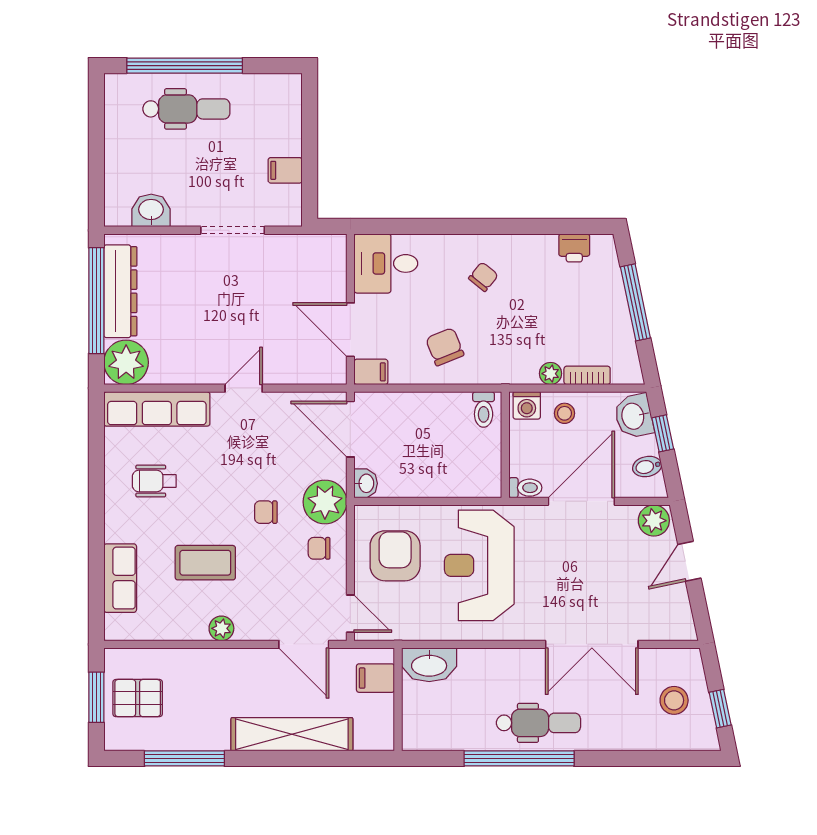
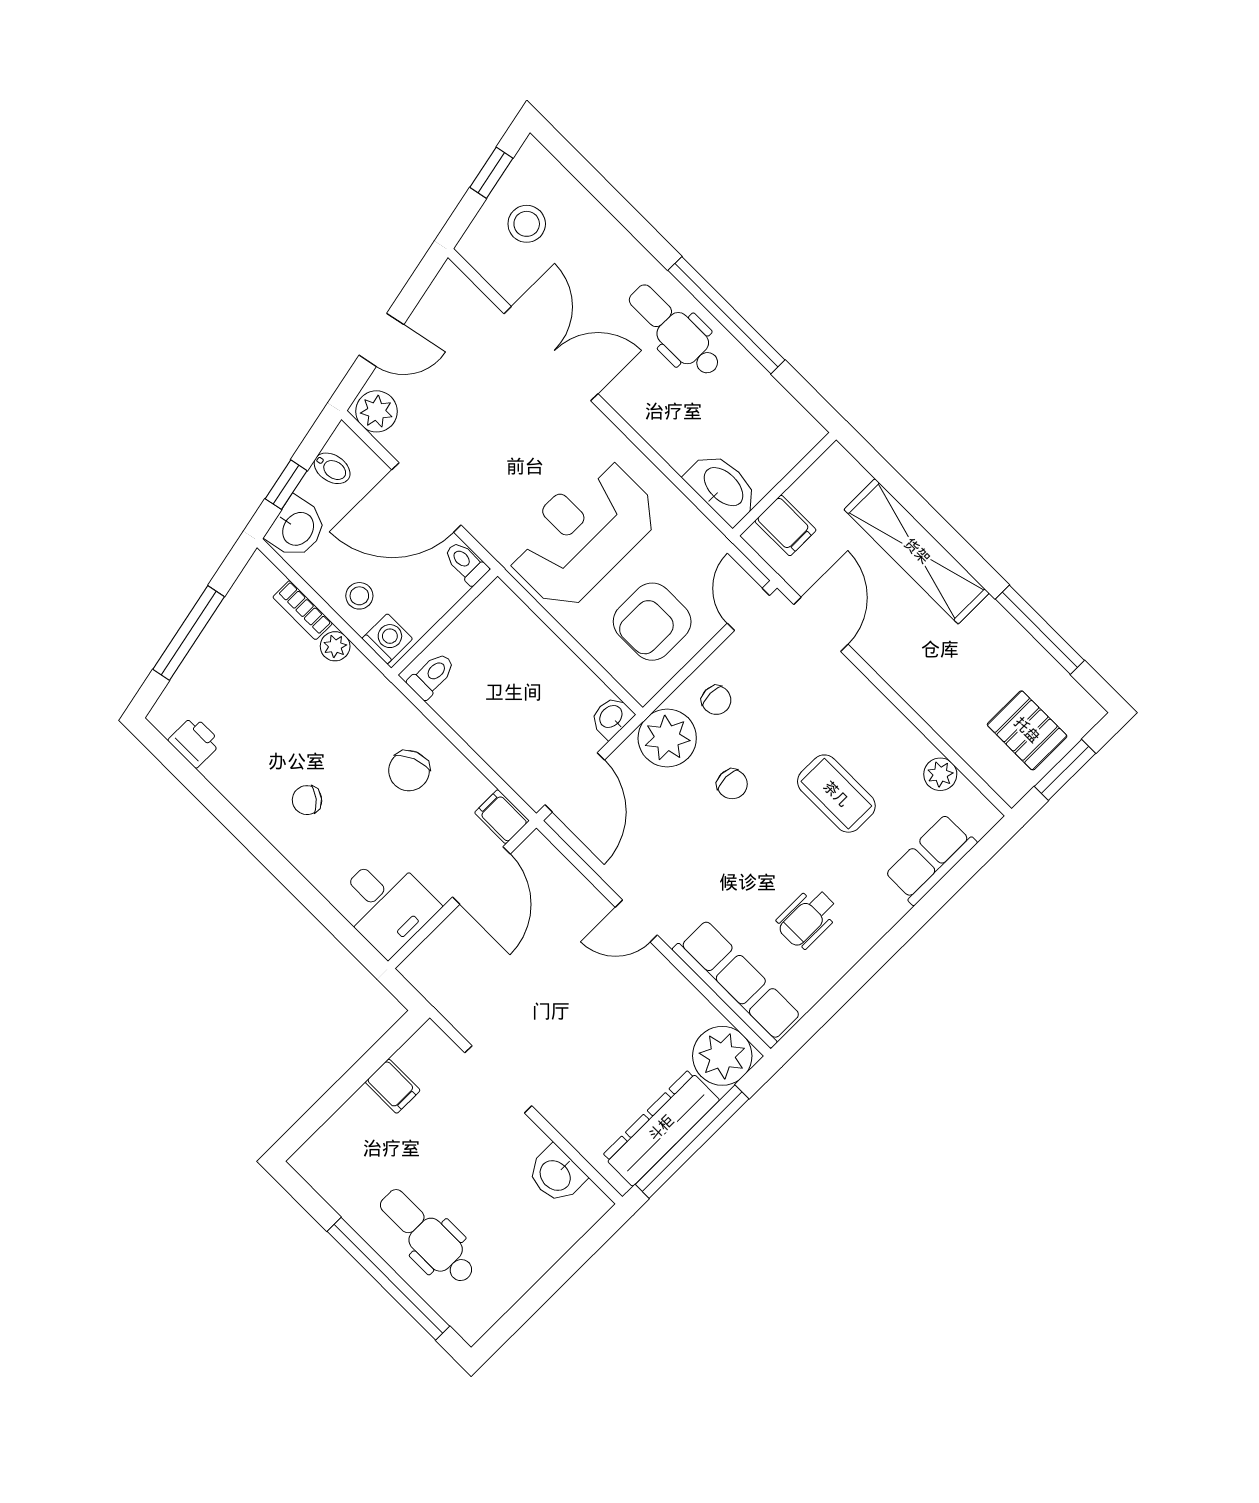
wheelchair: (154, 481) -> (807, 918), turned 90
reception desk: (479, 565) -> (582, 534), turned 180
plant: (221, 628) -> (940, 774), moved

